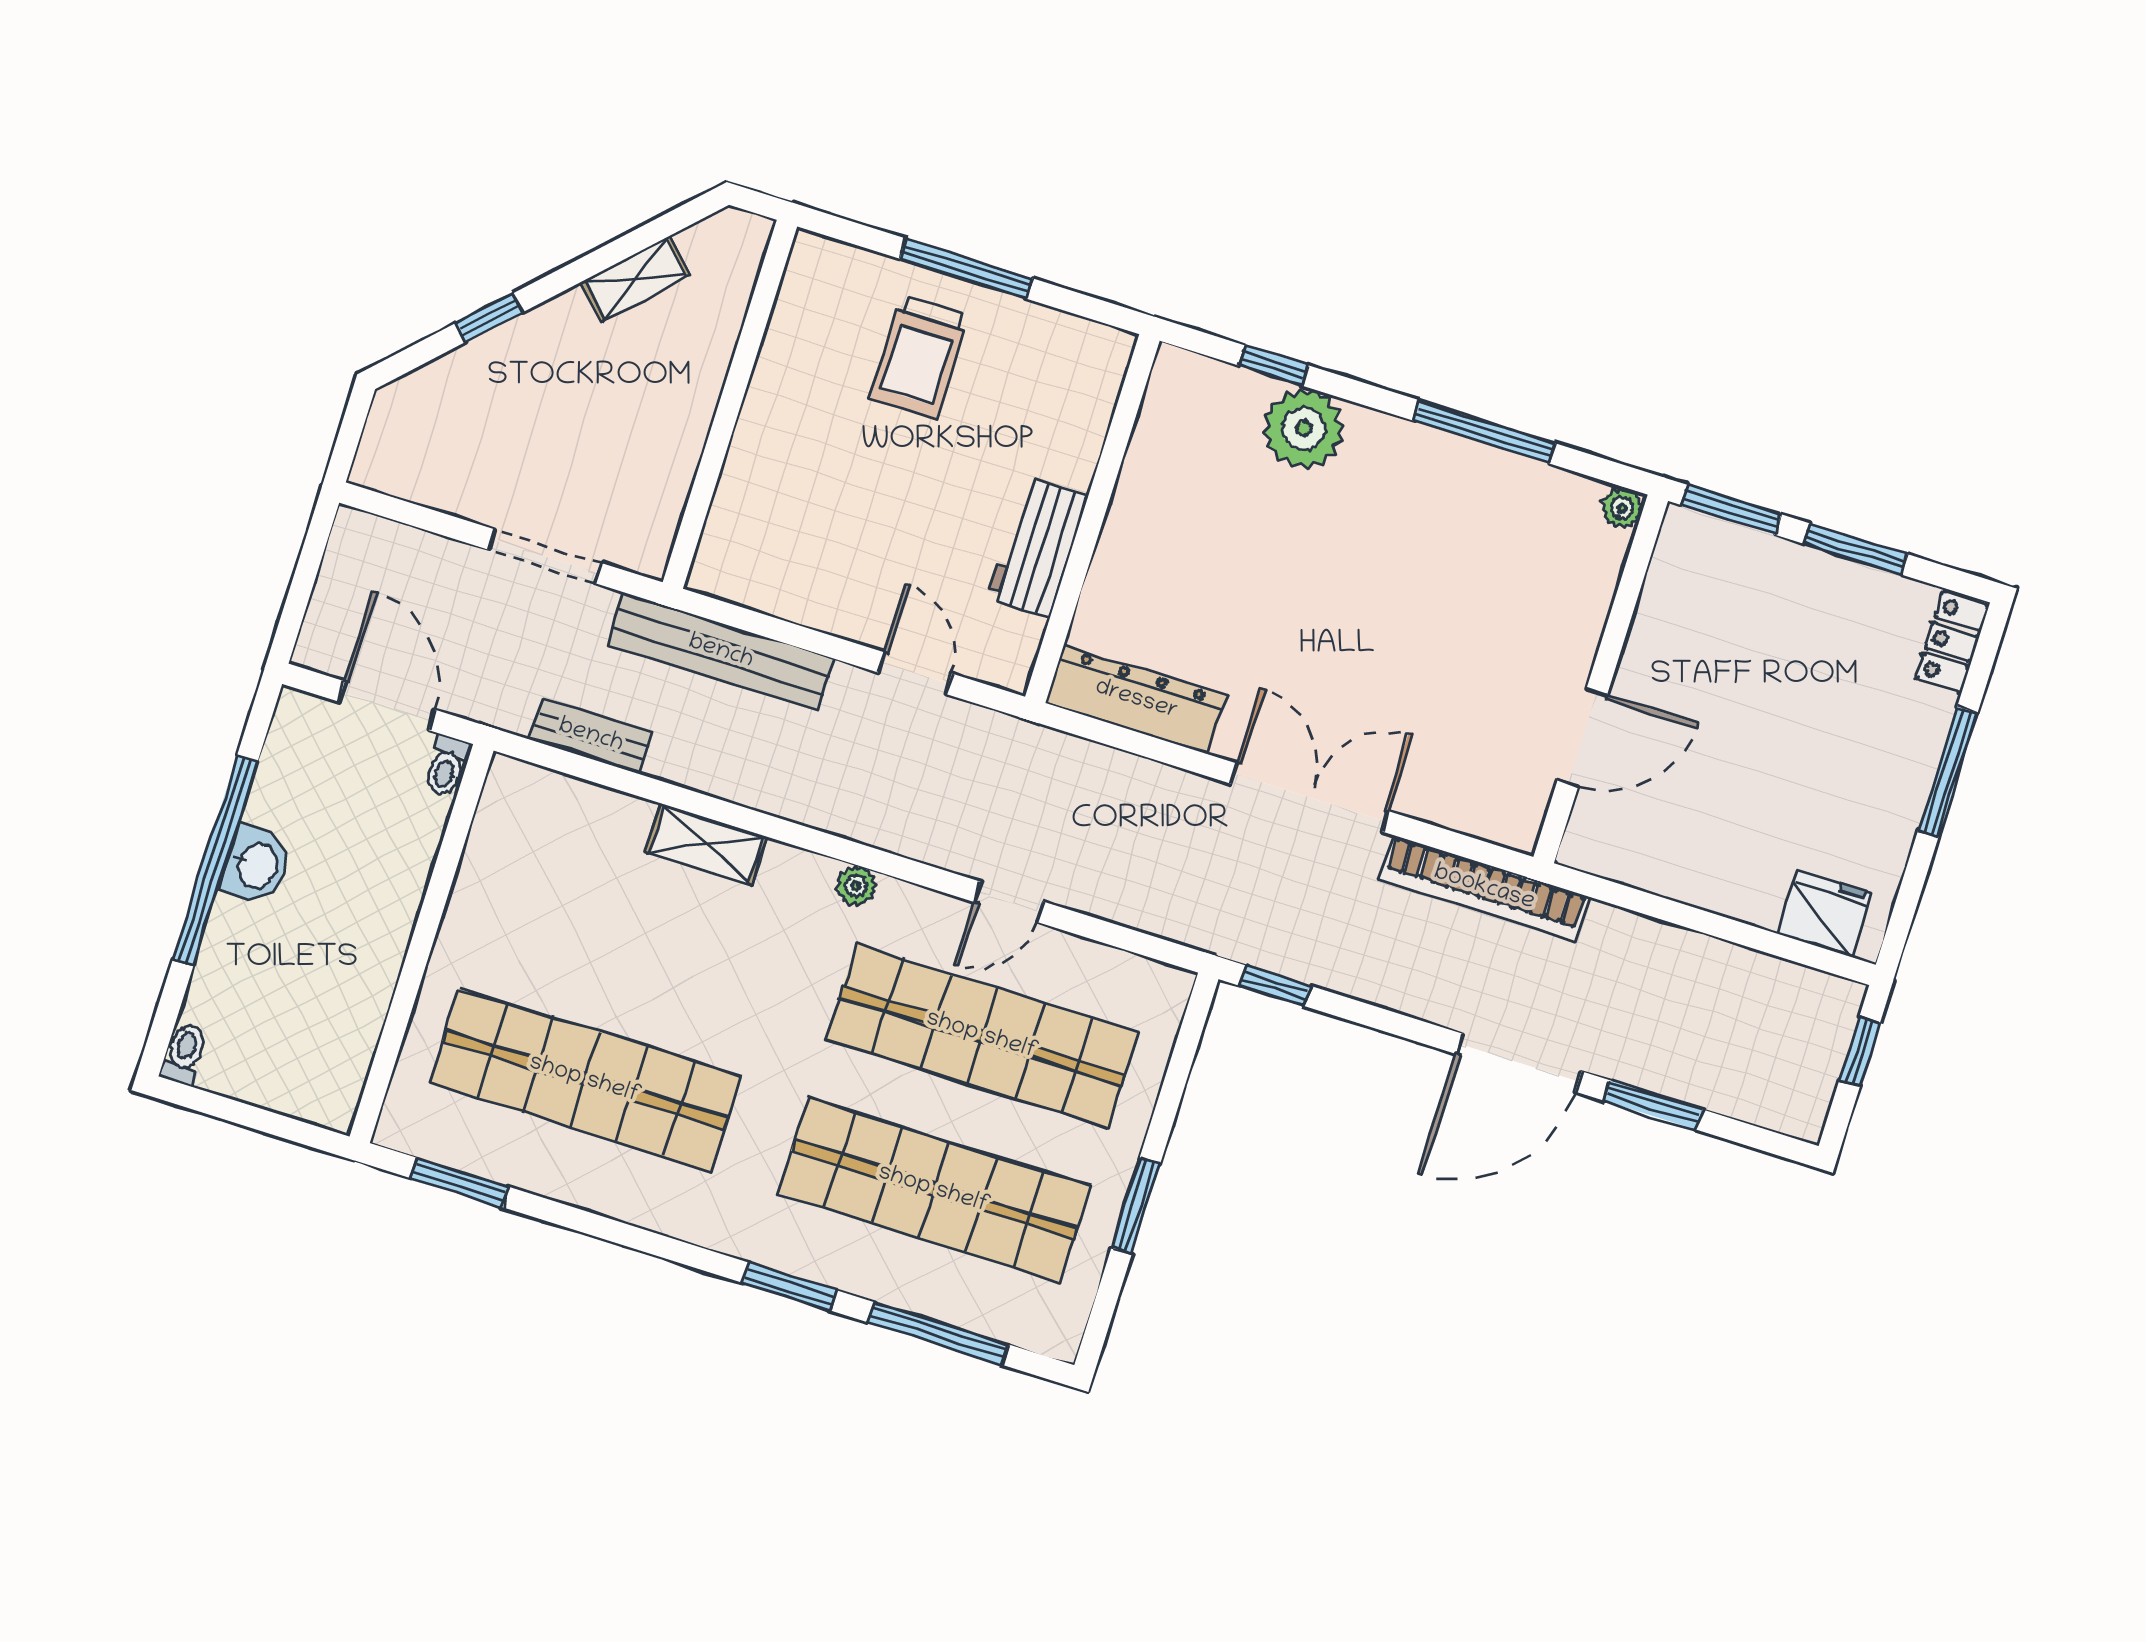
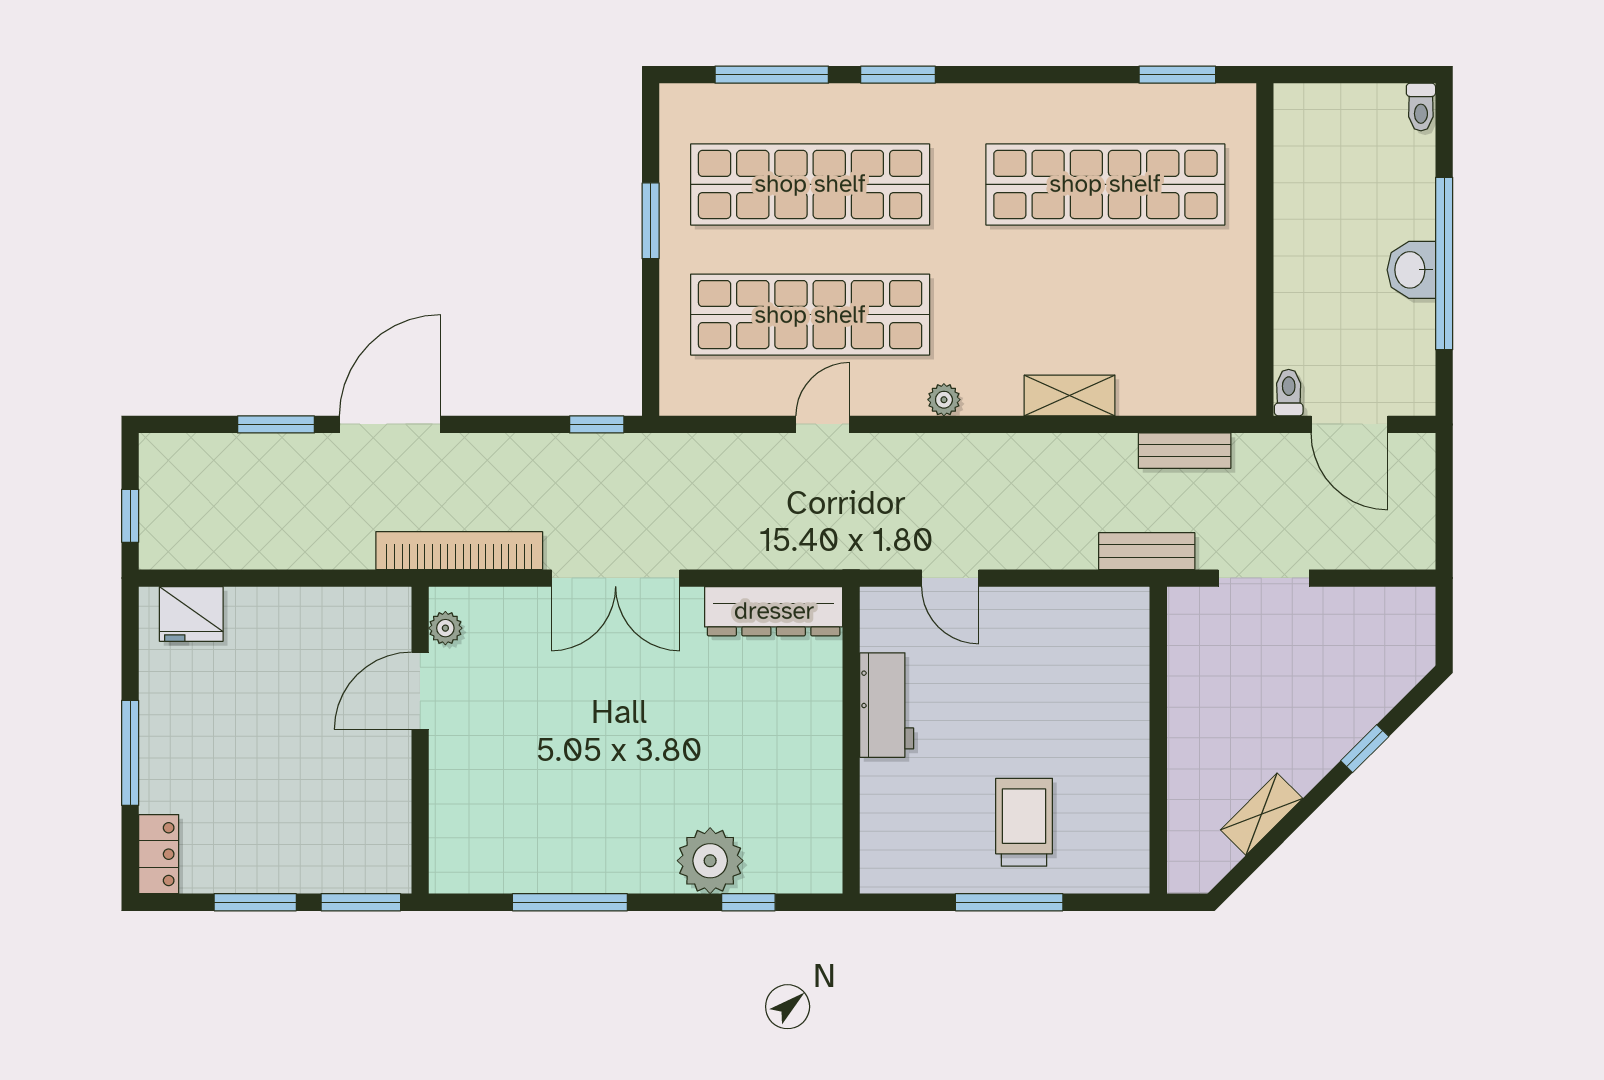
plant: (1622, 508) -> (445, 628), moved
bench: (721, 652) -> (1147, 551), width x0.54, depth x0.82

